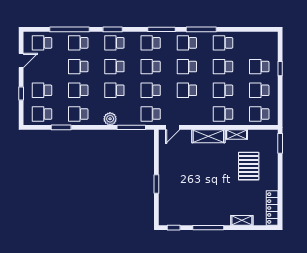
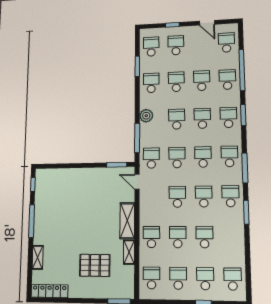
window: (201, 29) -> (246, 212), width x0.69
school desk: (223, 43) -> (233, 279), moved
window: (156, 184) -> (117, 165), moved

